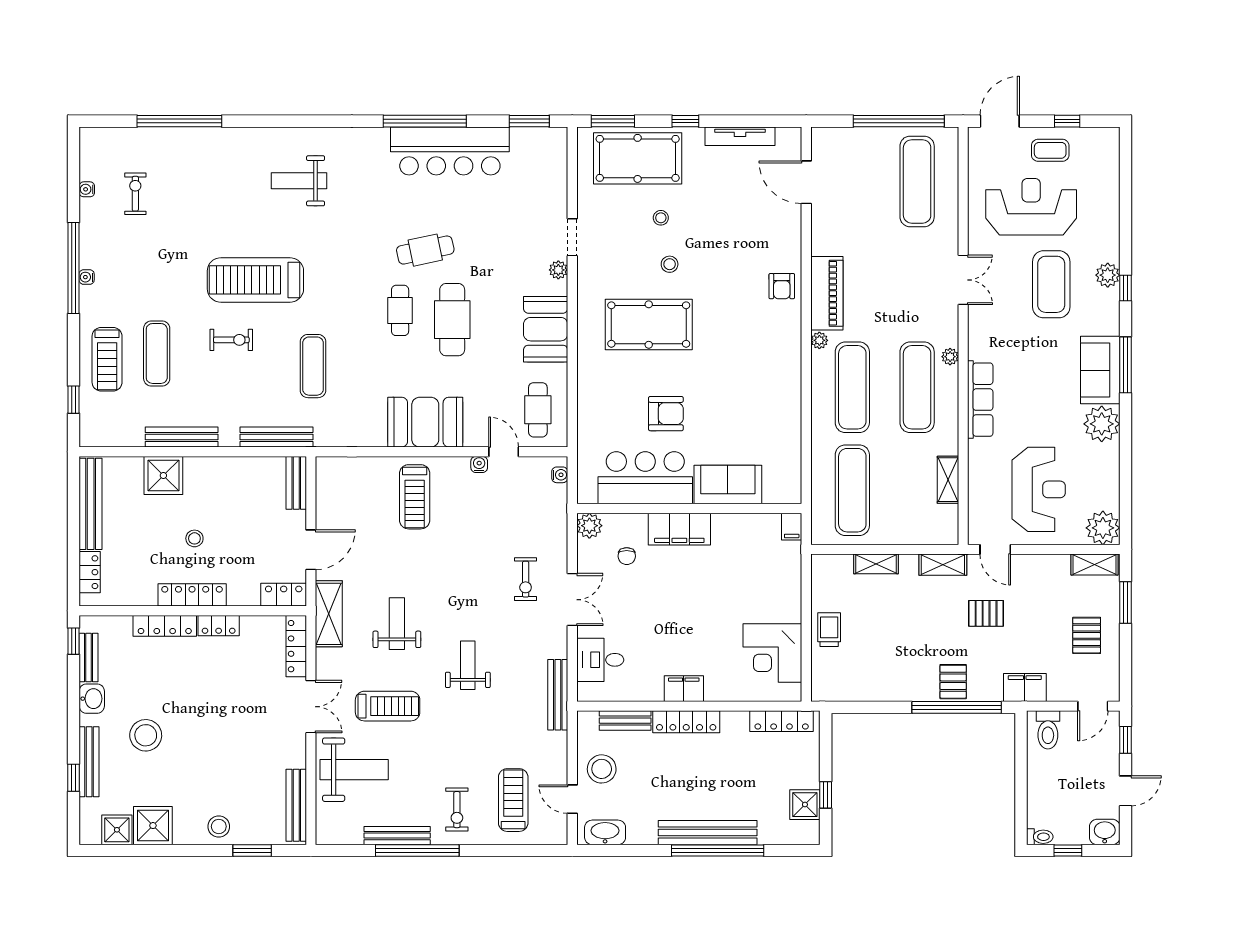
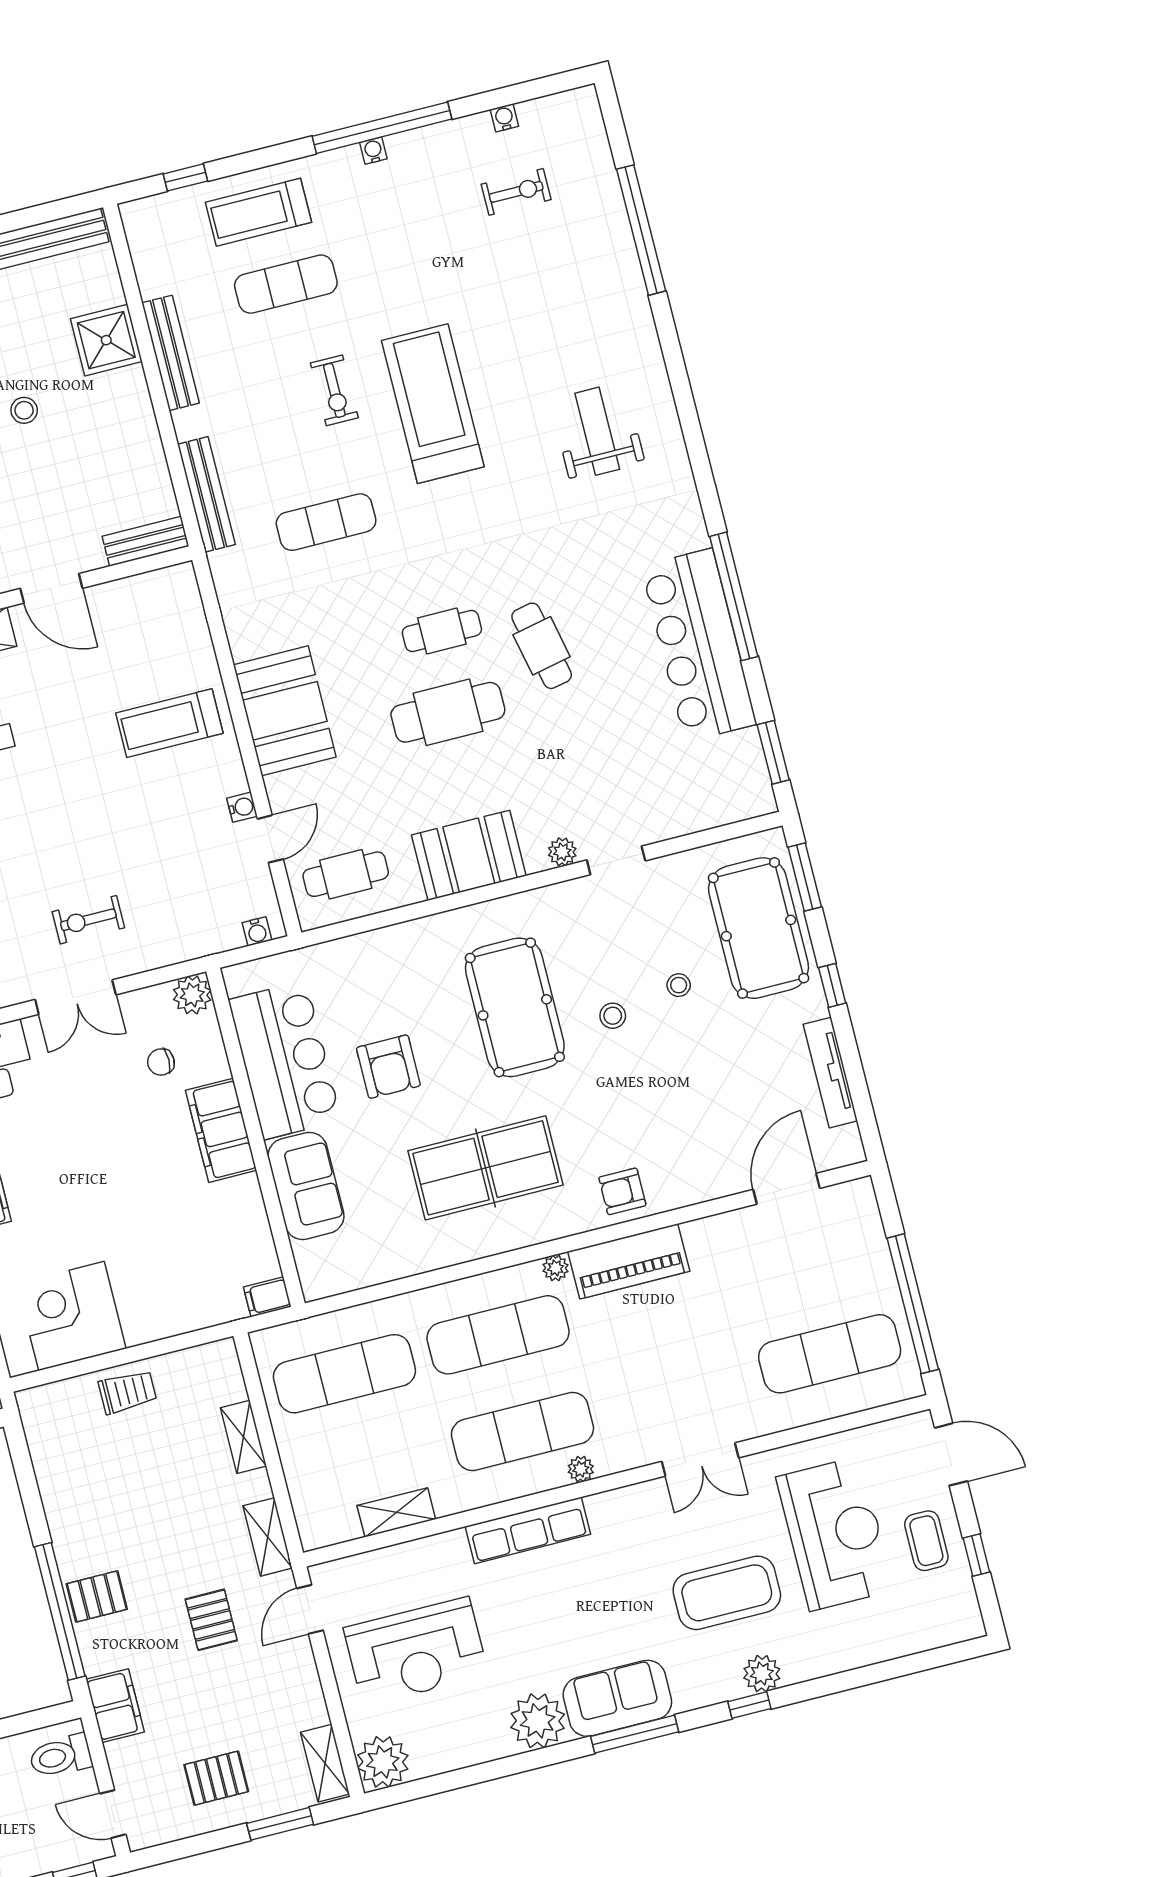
table tennis table: (745, 369) -> (485, 1168), added

